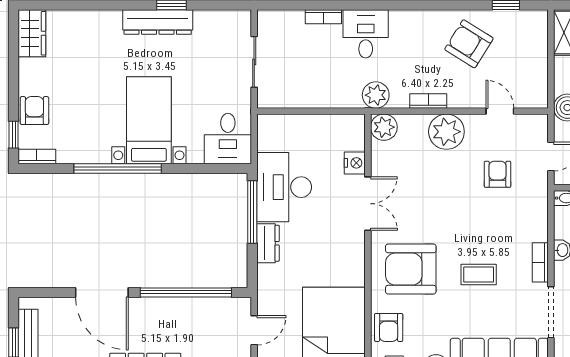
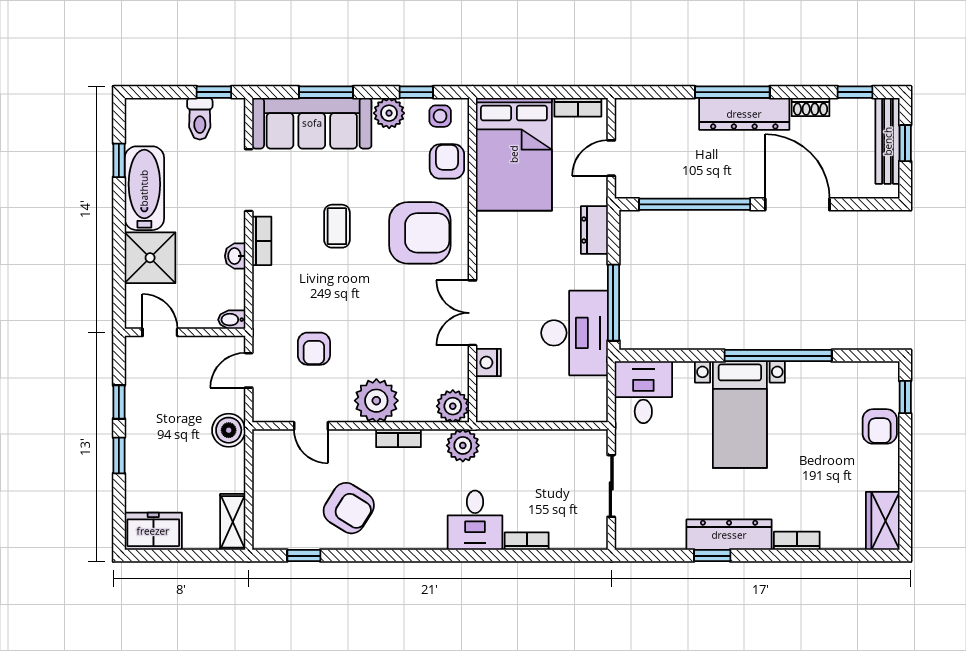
bookcase: (37, 156) -> (797, 541), moved, turned 180
dresser: (268, 243) -> (594, 230), moved
coffee table: (479, 275) -> (337, 226), turned 90

